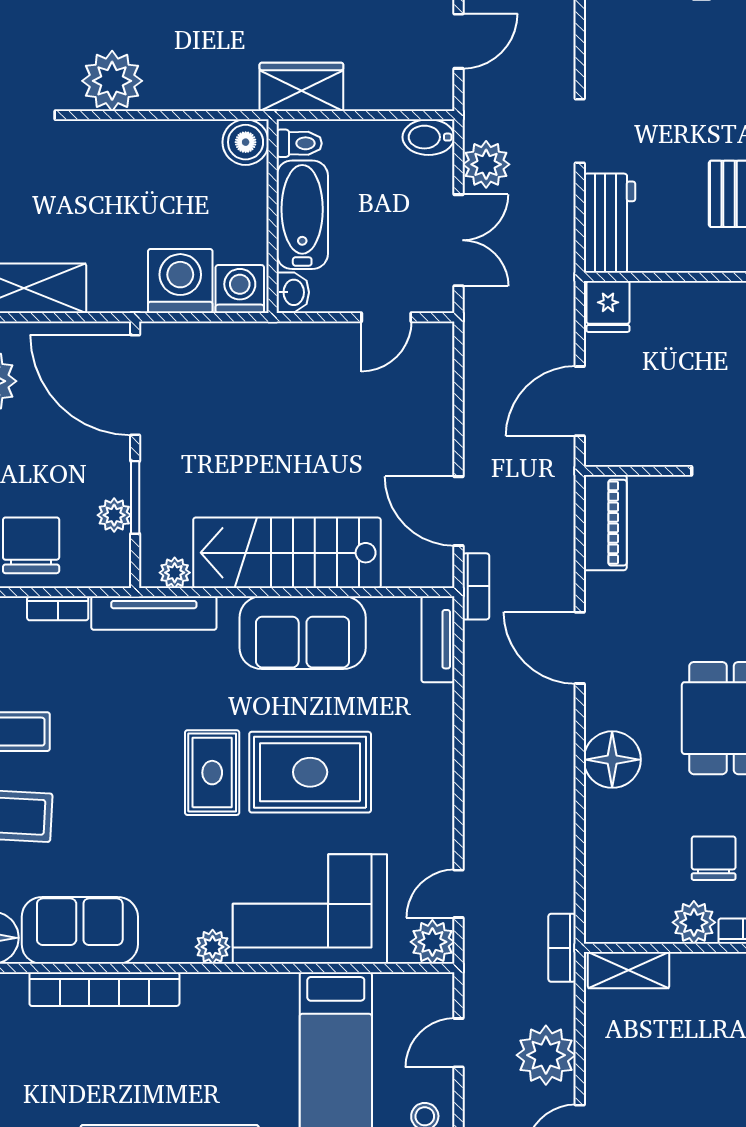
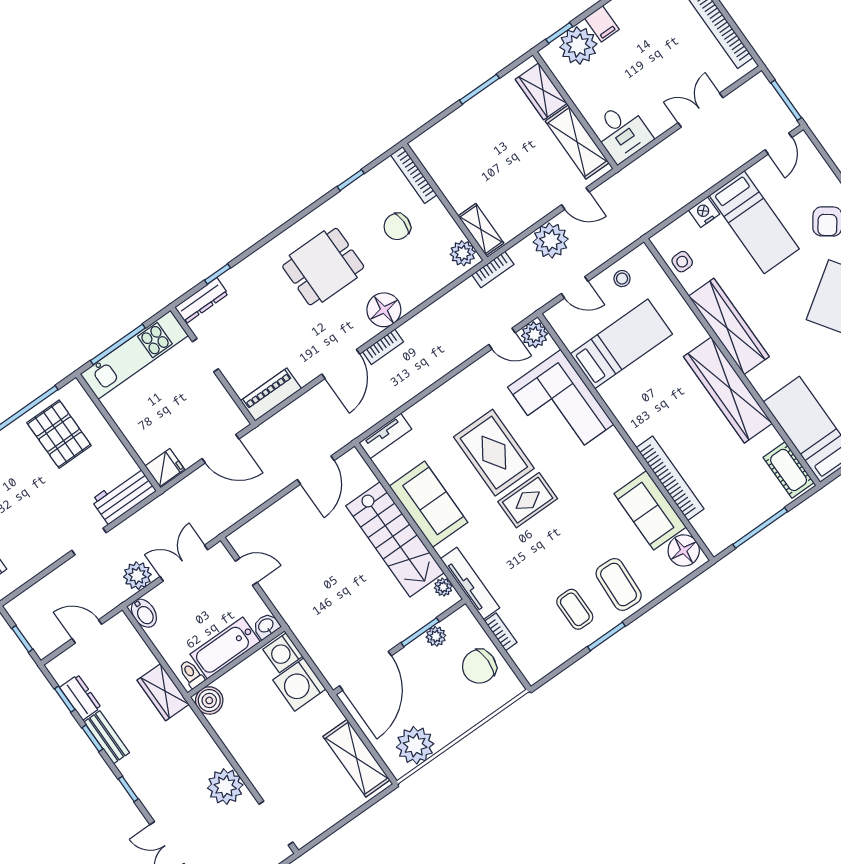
bookcase: (476, 586) -> (383, 347), moved, turned 180
plant: (694, 922) -> (463, 253), moved
plant: (213, 947) -> (612, 440), removed

